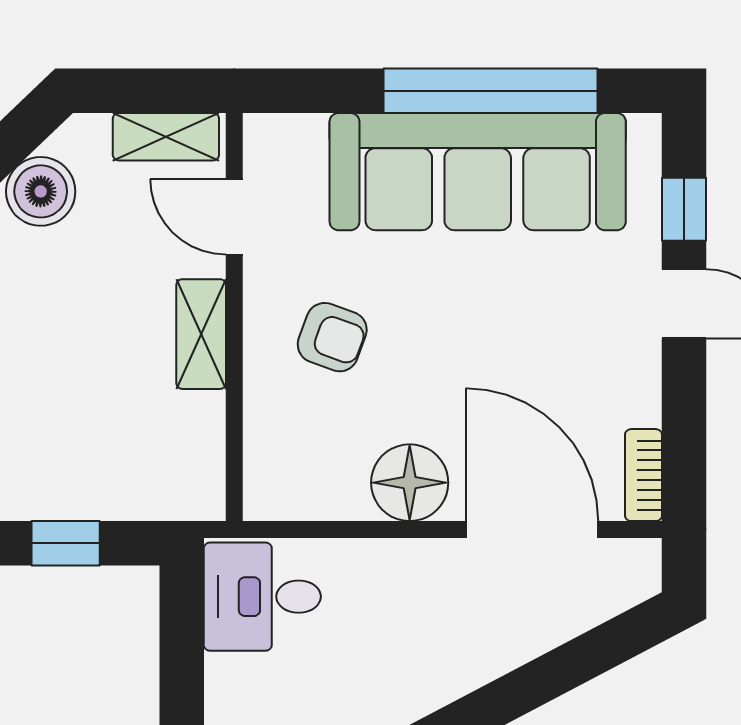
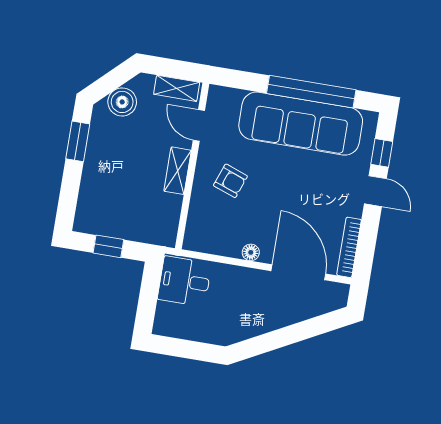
bookcase: (643, 475) -> (349, 247), width x1.56
floor lamp: (410, 483) -> (251, 252), width x0.53, depth x0.53

